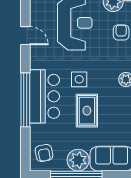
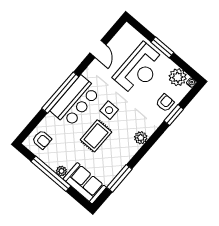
armchair: (44, 153) -> (42, 140), turned -79
plant: (78, 160) -> (61, 171), width x0.53, depth x0.53

